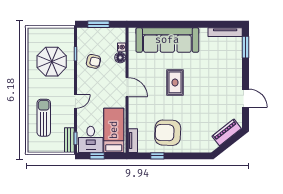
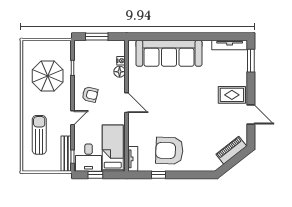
armchair: (93, 61) -> (90, 94), moved
rug: (175, 82) -> (232, 95), moved, turned 90
bench: (69, 140) -> (66, 154), width x1.36

